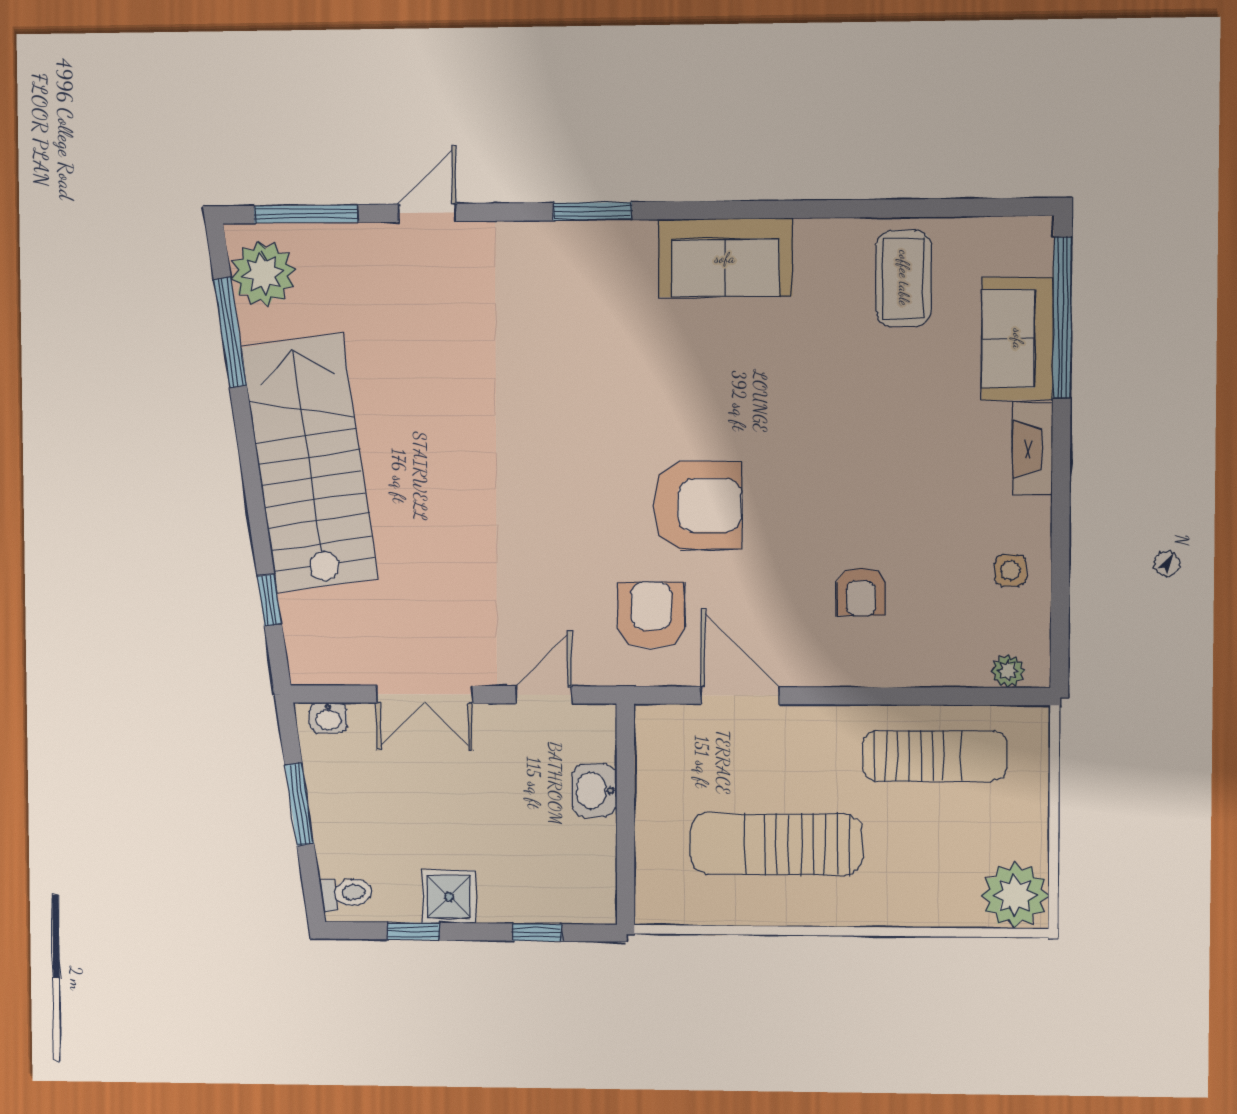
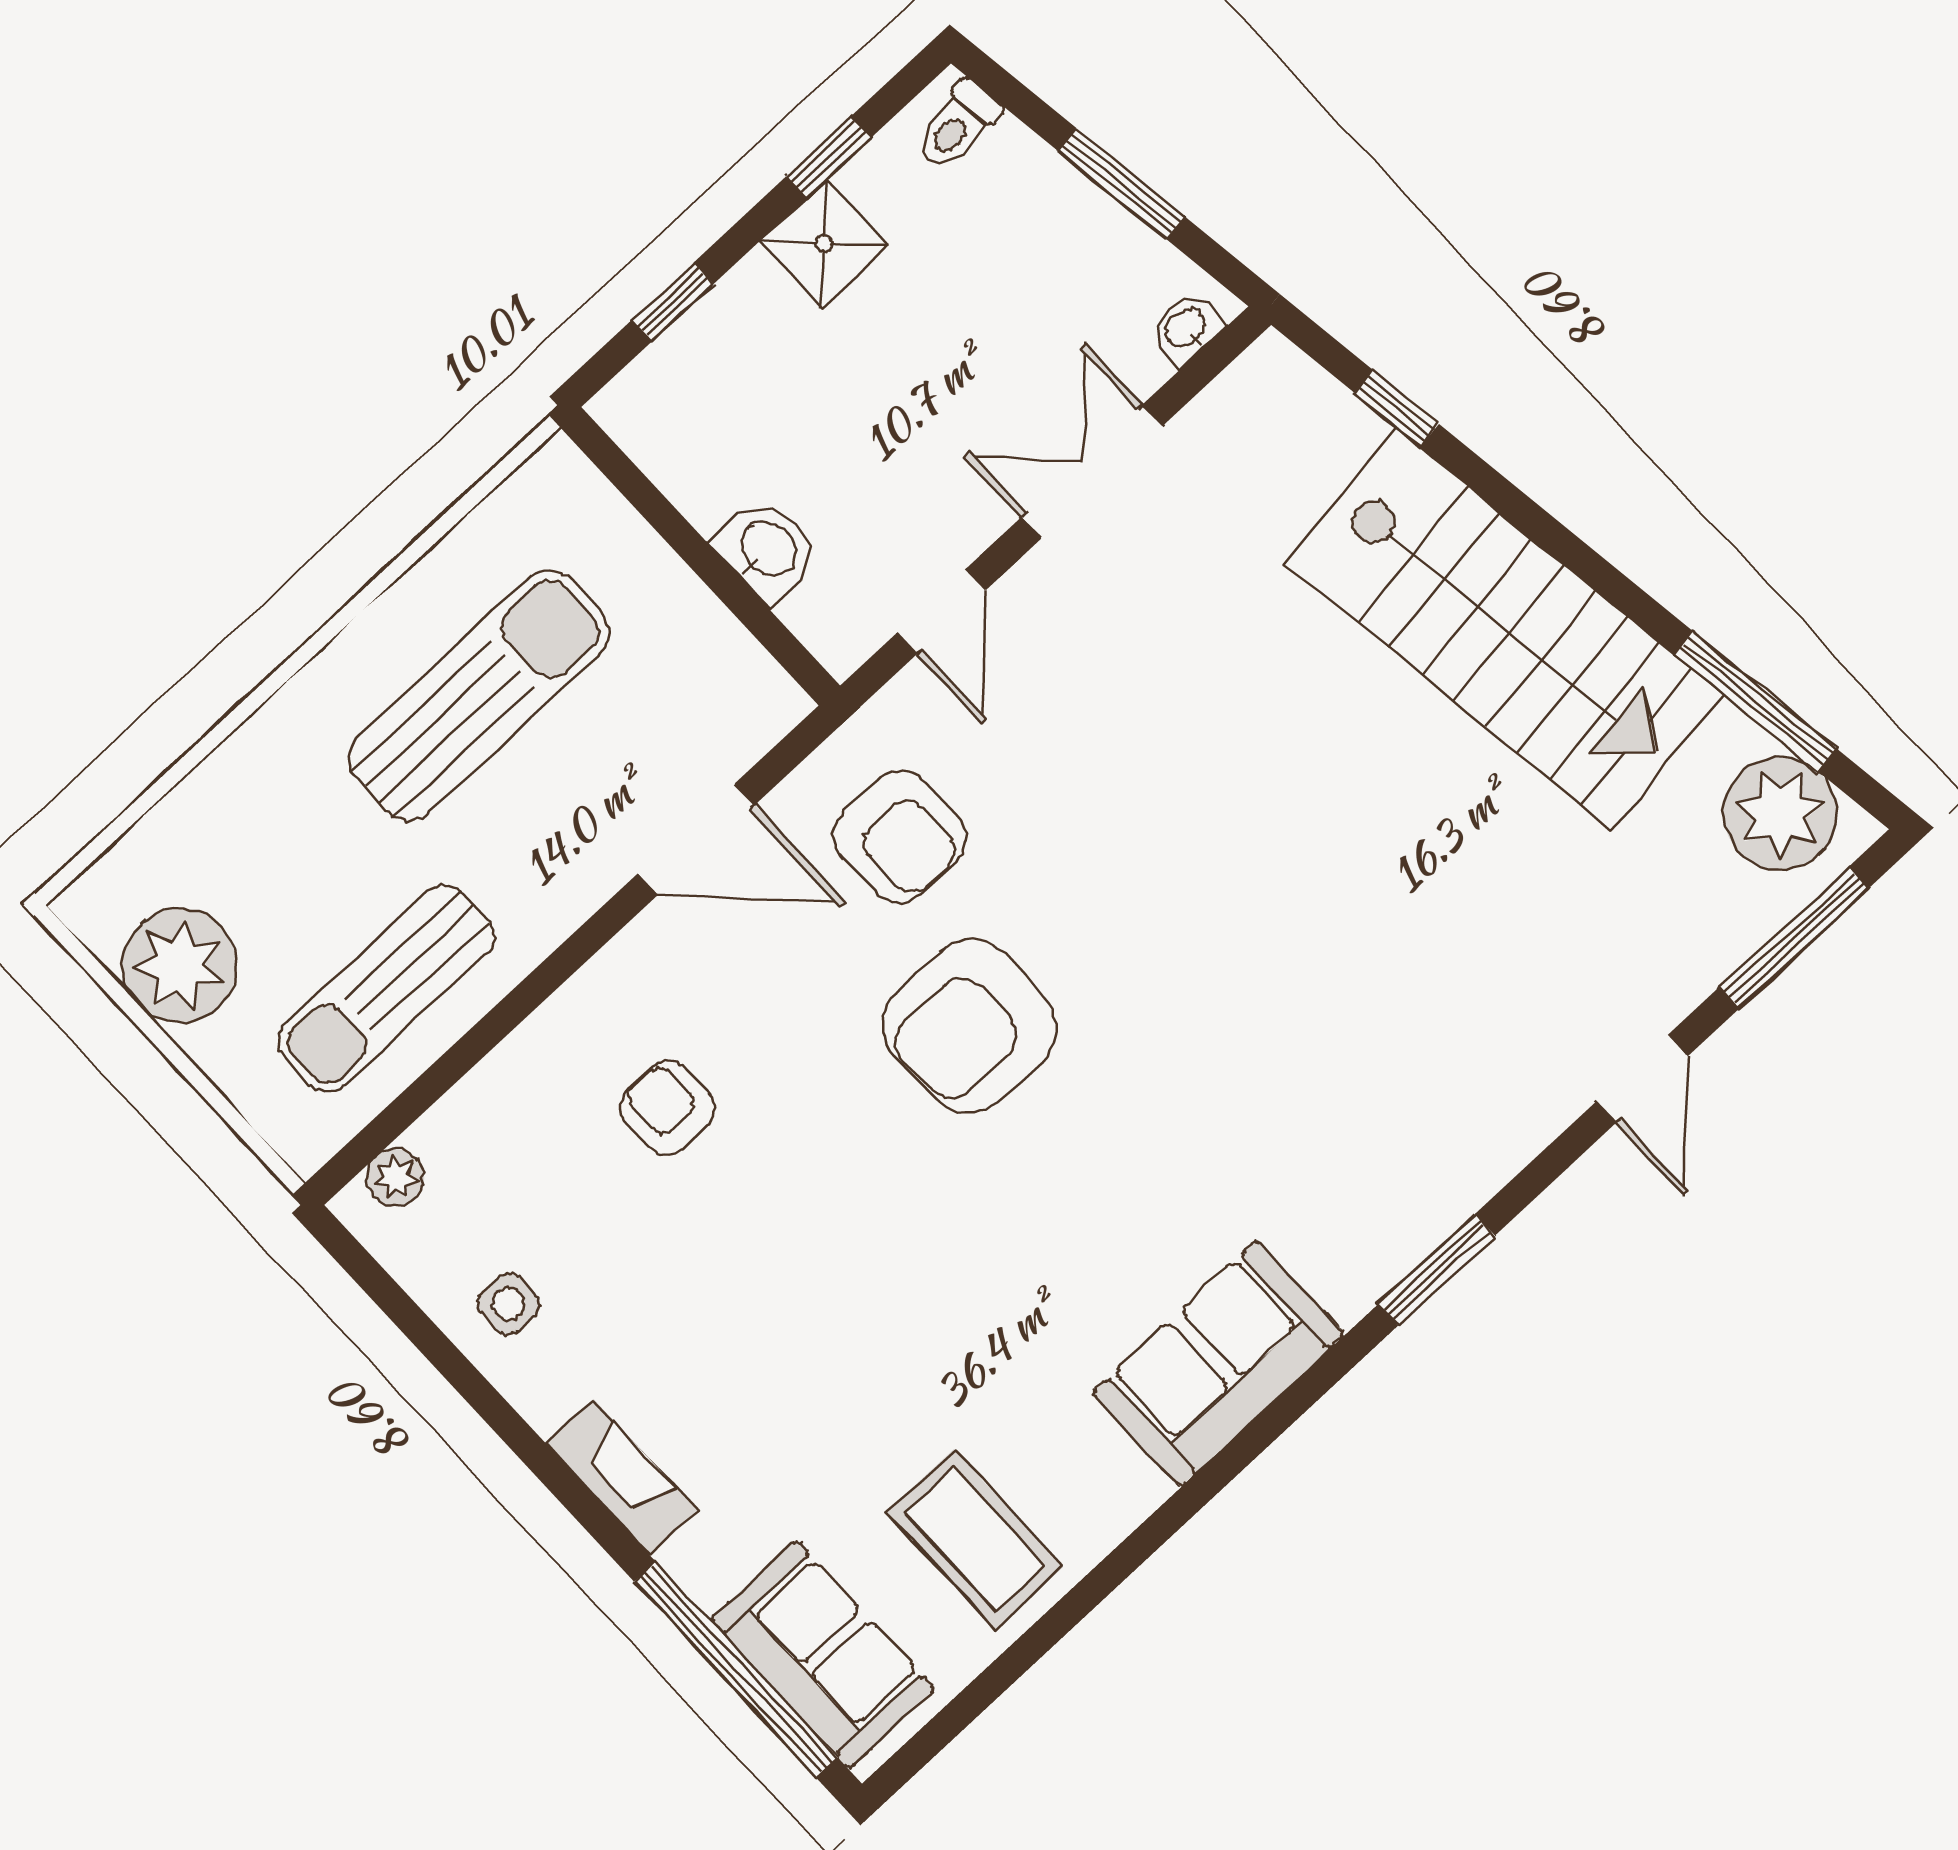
sofa: (1018, 339) -> (823, 1655), moved
plant: (1015, 895) -> (180, 966), moved

